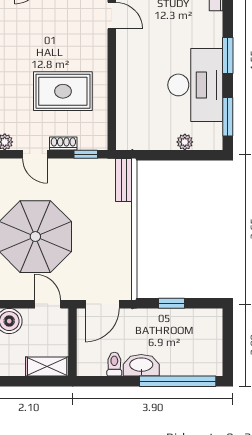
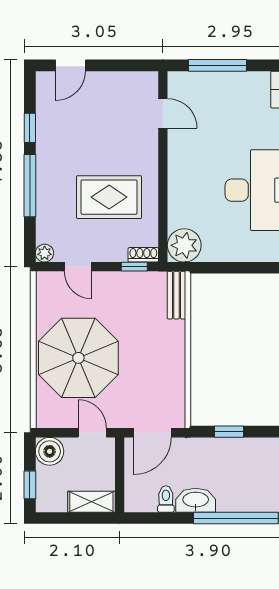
plant: (185, 142) -> (184, 245), moved, width x1.88, depth x1.88
shoe rack: (63, 143) -> (143, 255), moved

